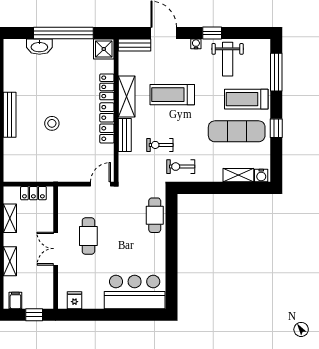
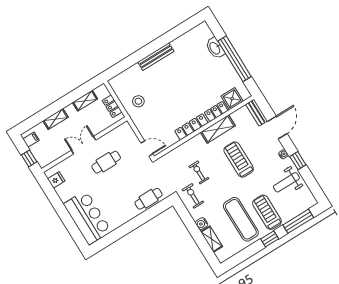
shower: (104, 49) -> (232, 99), moved
stool: (52, 123) -> (138, 101), moved
window: (276, 128) -> (270, 239), moved
bench: (125, 135) -> (191, 144), removed
water cooler: (261, 175) -> (202, 224), moved

